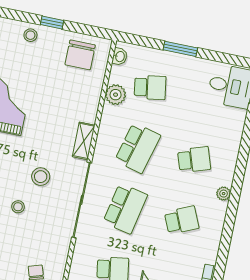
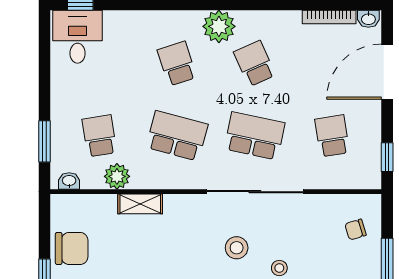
window: (180, 49) -> (44, 141), moved
chair: (80, 55) -> (72, 248), moved
shelving: (84, 141) -> (140, 204), moved
plant: (224, 194) -> (219, 26), width x1.88, depth x1.88

